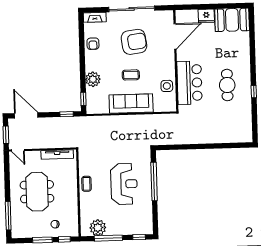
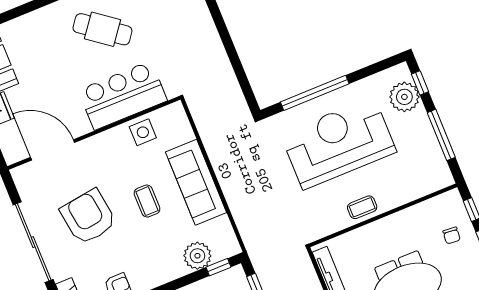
plant: (93, 79) -> (197, 256), moved
cafe table: (227, 85) -> (102, 29), turned 37
reception desk: (124, 184) -> (338, 143), width x1.36, depth x1.30
plant: (98, 228) -> (404, 97), moved

